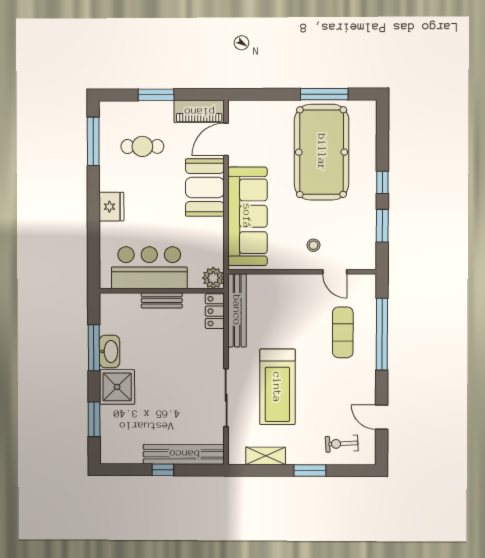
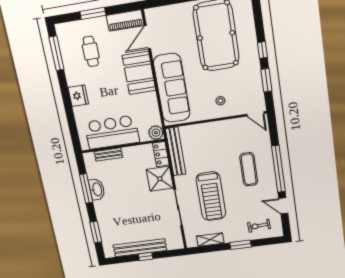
cafe table: (142, 146) -> (91, 51), turned 90
door: (335, 272) -> (256, 114), moved
bench: (162, 300) -> (108, 154), moved
exercise mat: (343, 332) -> (249, 169), moved
window: (382, 334) -> (278, 169), moved
shower: (117, 387) -> (160, 179), moved
bench: (184, 454) -> (140, 248), moved

